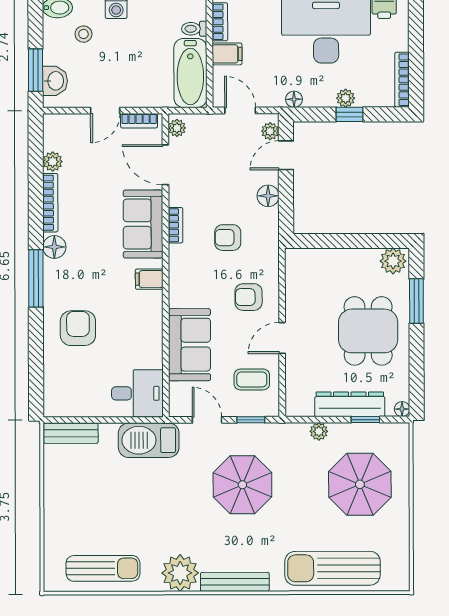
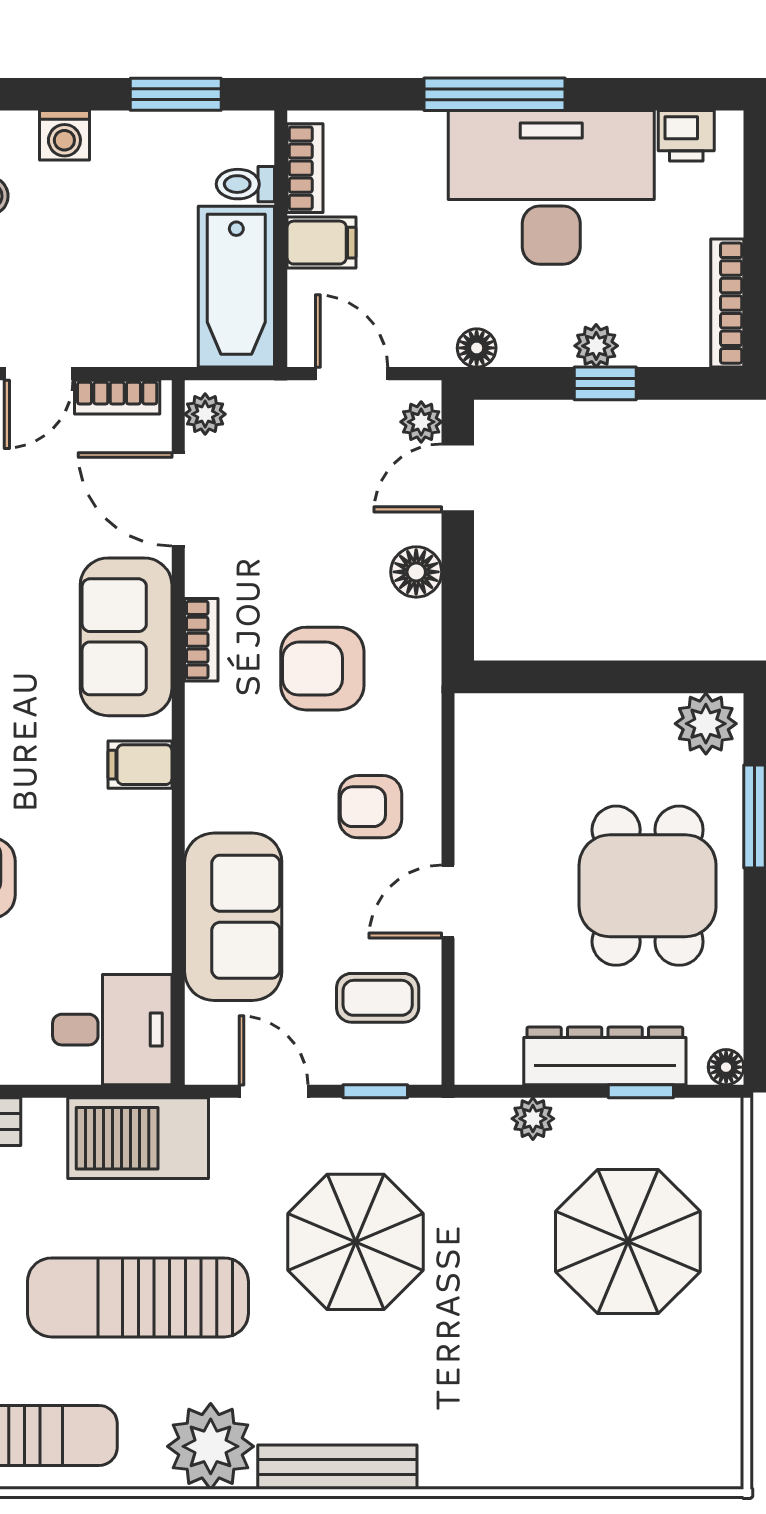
armchair: (228, 238) -> (322, 669), width x1.38, depth x1.38
sun lounger: (333, 568) -> (138, 1297), moved

